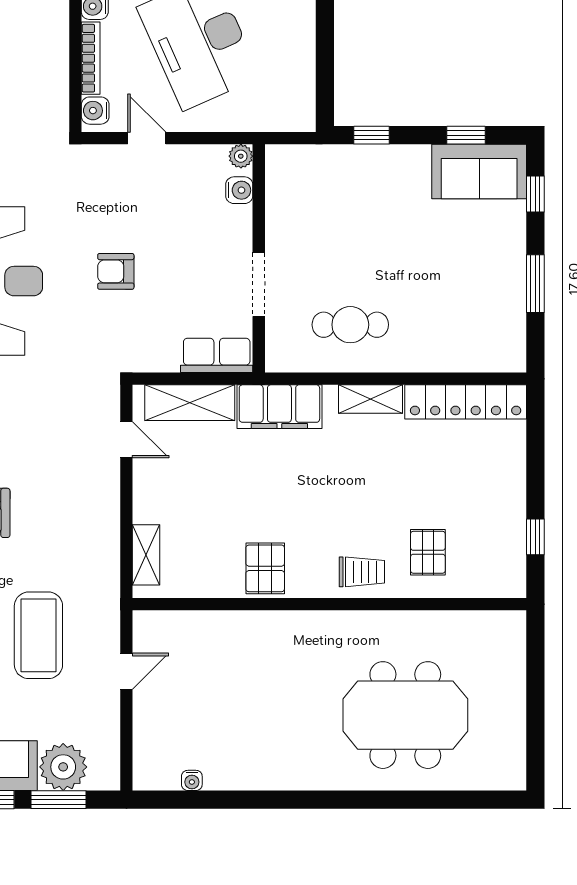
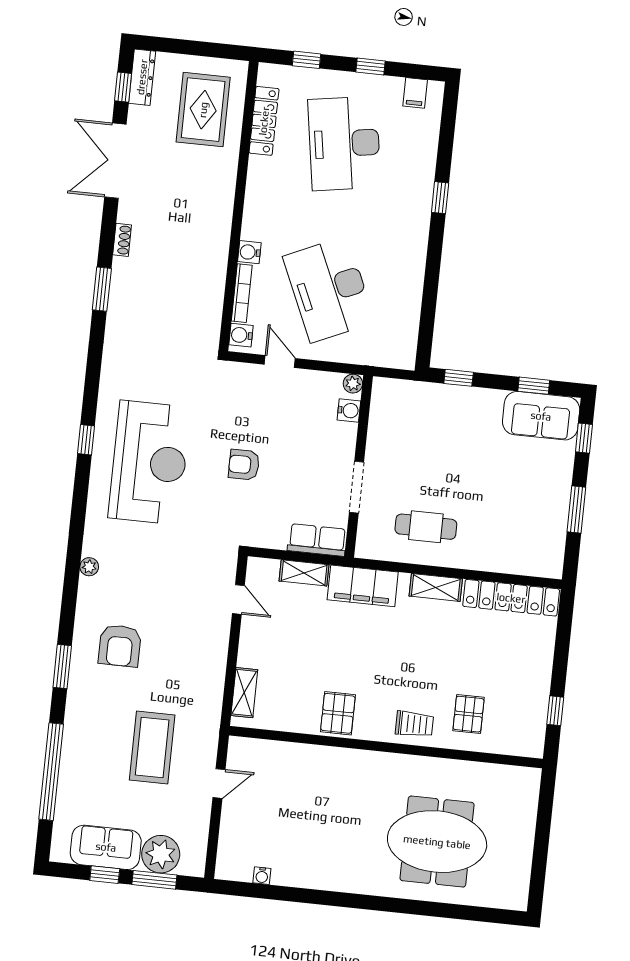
shelving: (190, 403) -> (304, 573), width x0.67, depth x0.75

